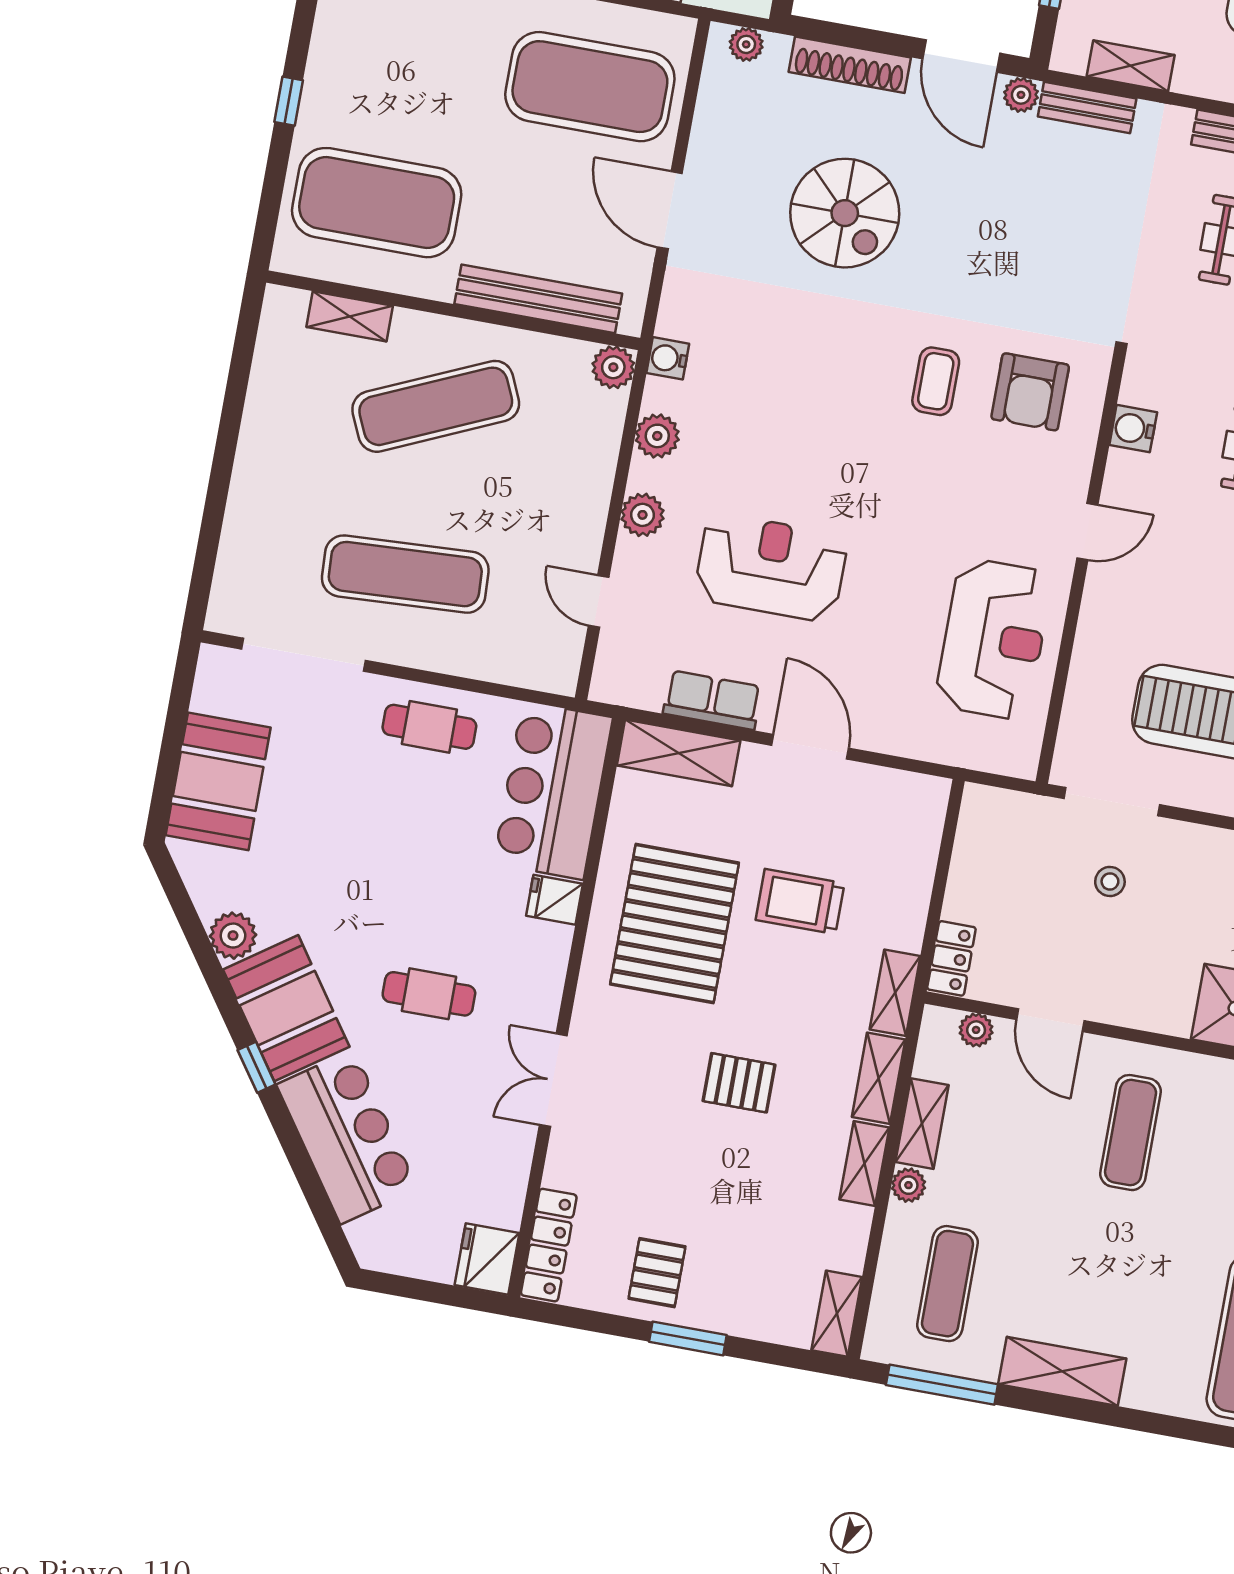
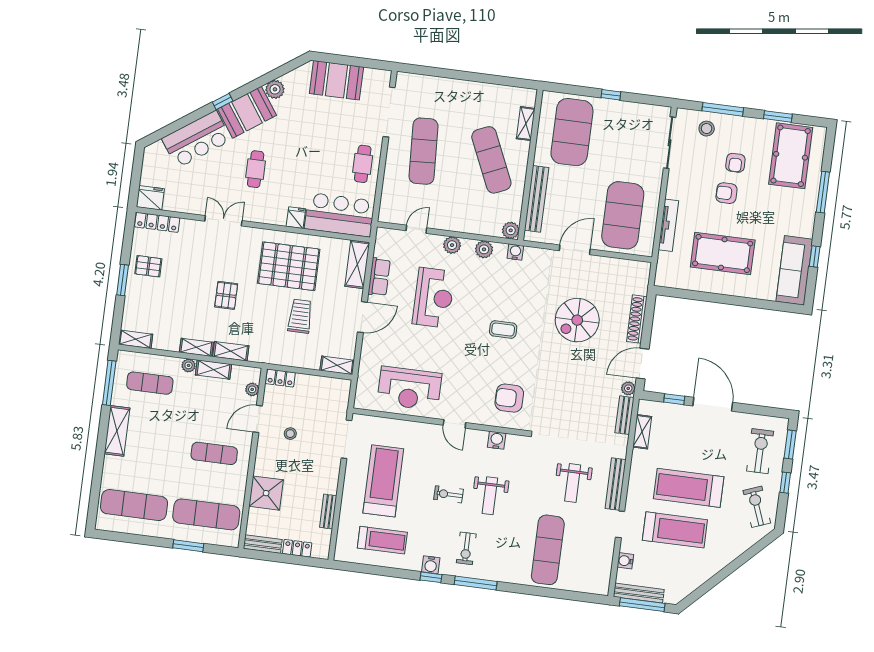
plant: (746, 44) -> (643, 277), removed
coffee table: (936, 381) -> (503, 330), moved
stool: (1110, 881) -> (290, 434), moved
shelving: (895, 993) -> (337, 365), moved

